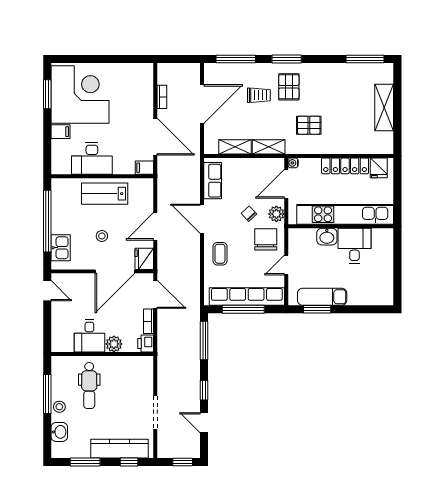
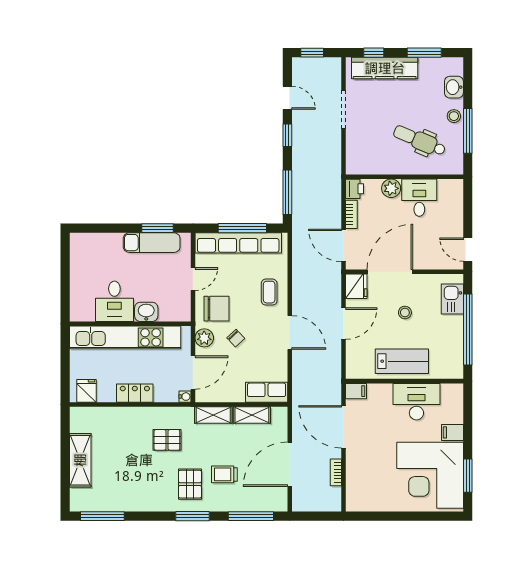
locker: (345, 166) -> (135, 393), width x0.66
row of seats: (213, 181) -> (267, 392), moved, turned 90
chair: (266, 239) -> (216, 309), turned -90
dental chair: (89, 385) -> (419, 141), turned -67

